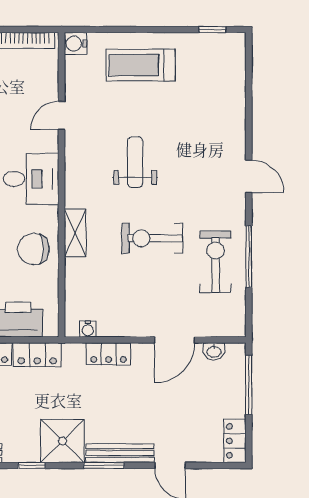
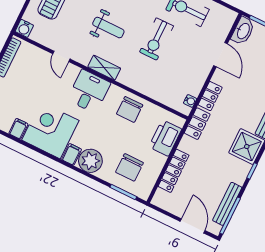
weight bench: (135, 162) -> (108, 28), turned 180
shelving: (75, 233) -> (104, 68), moved
washbasin: (214, 351) -> (243, 31), width x1.91, depth x1.45
locker: (37, 355) -> (197, 124), moved

